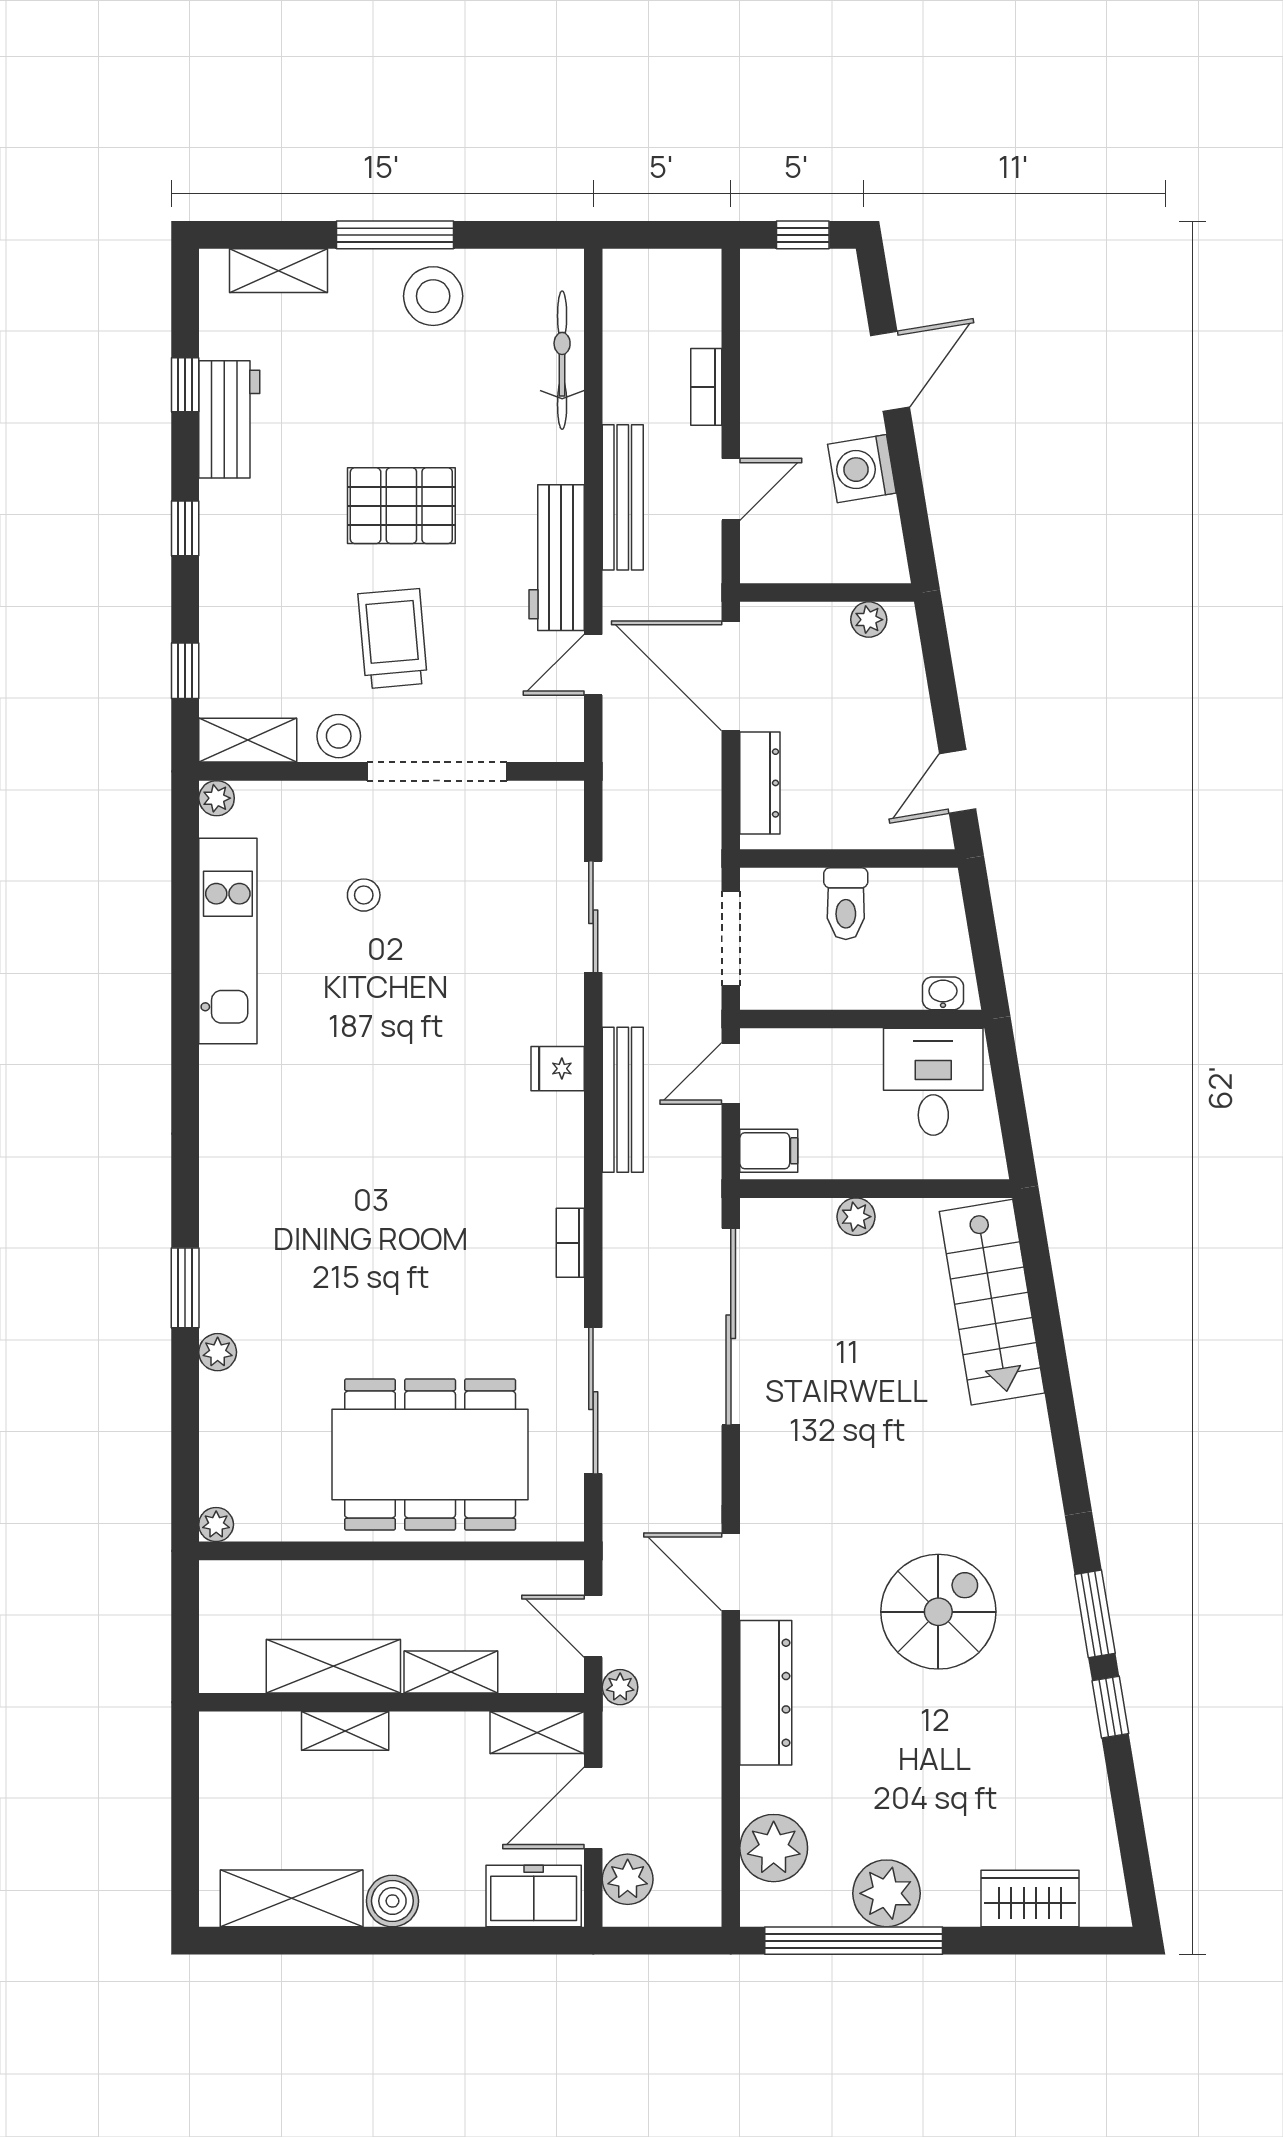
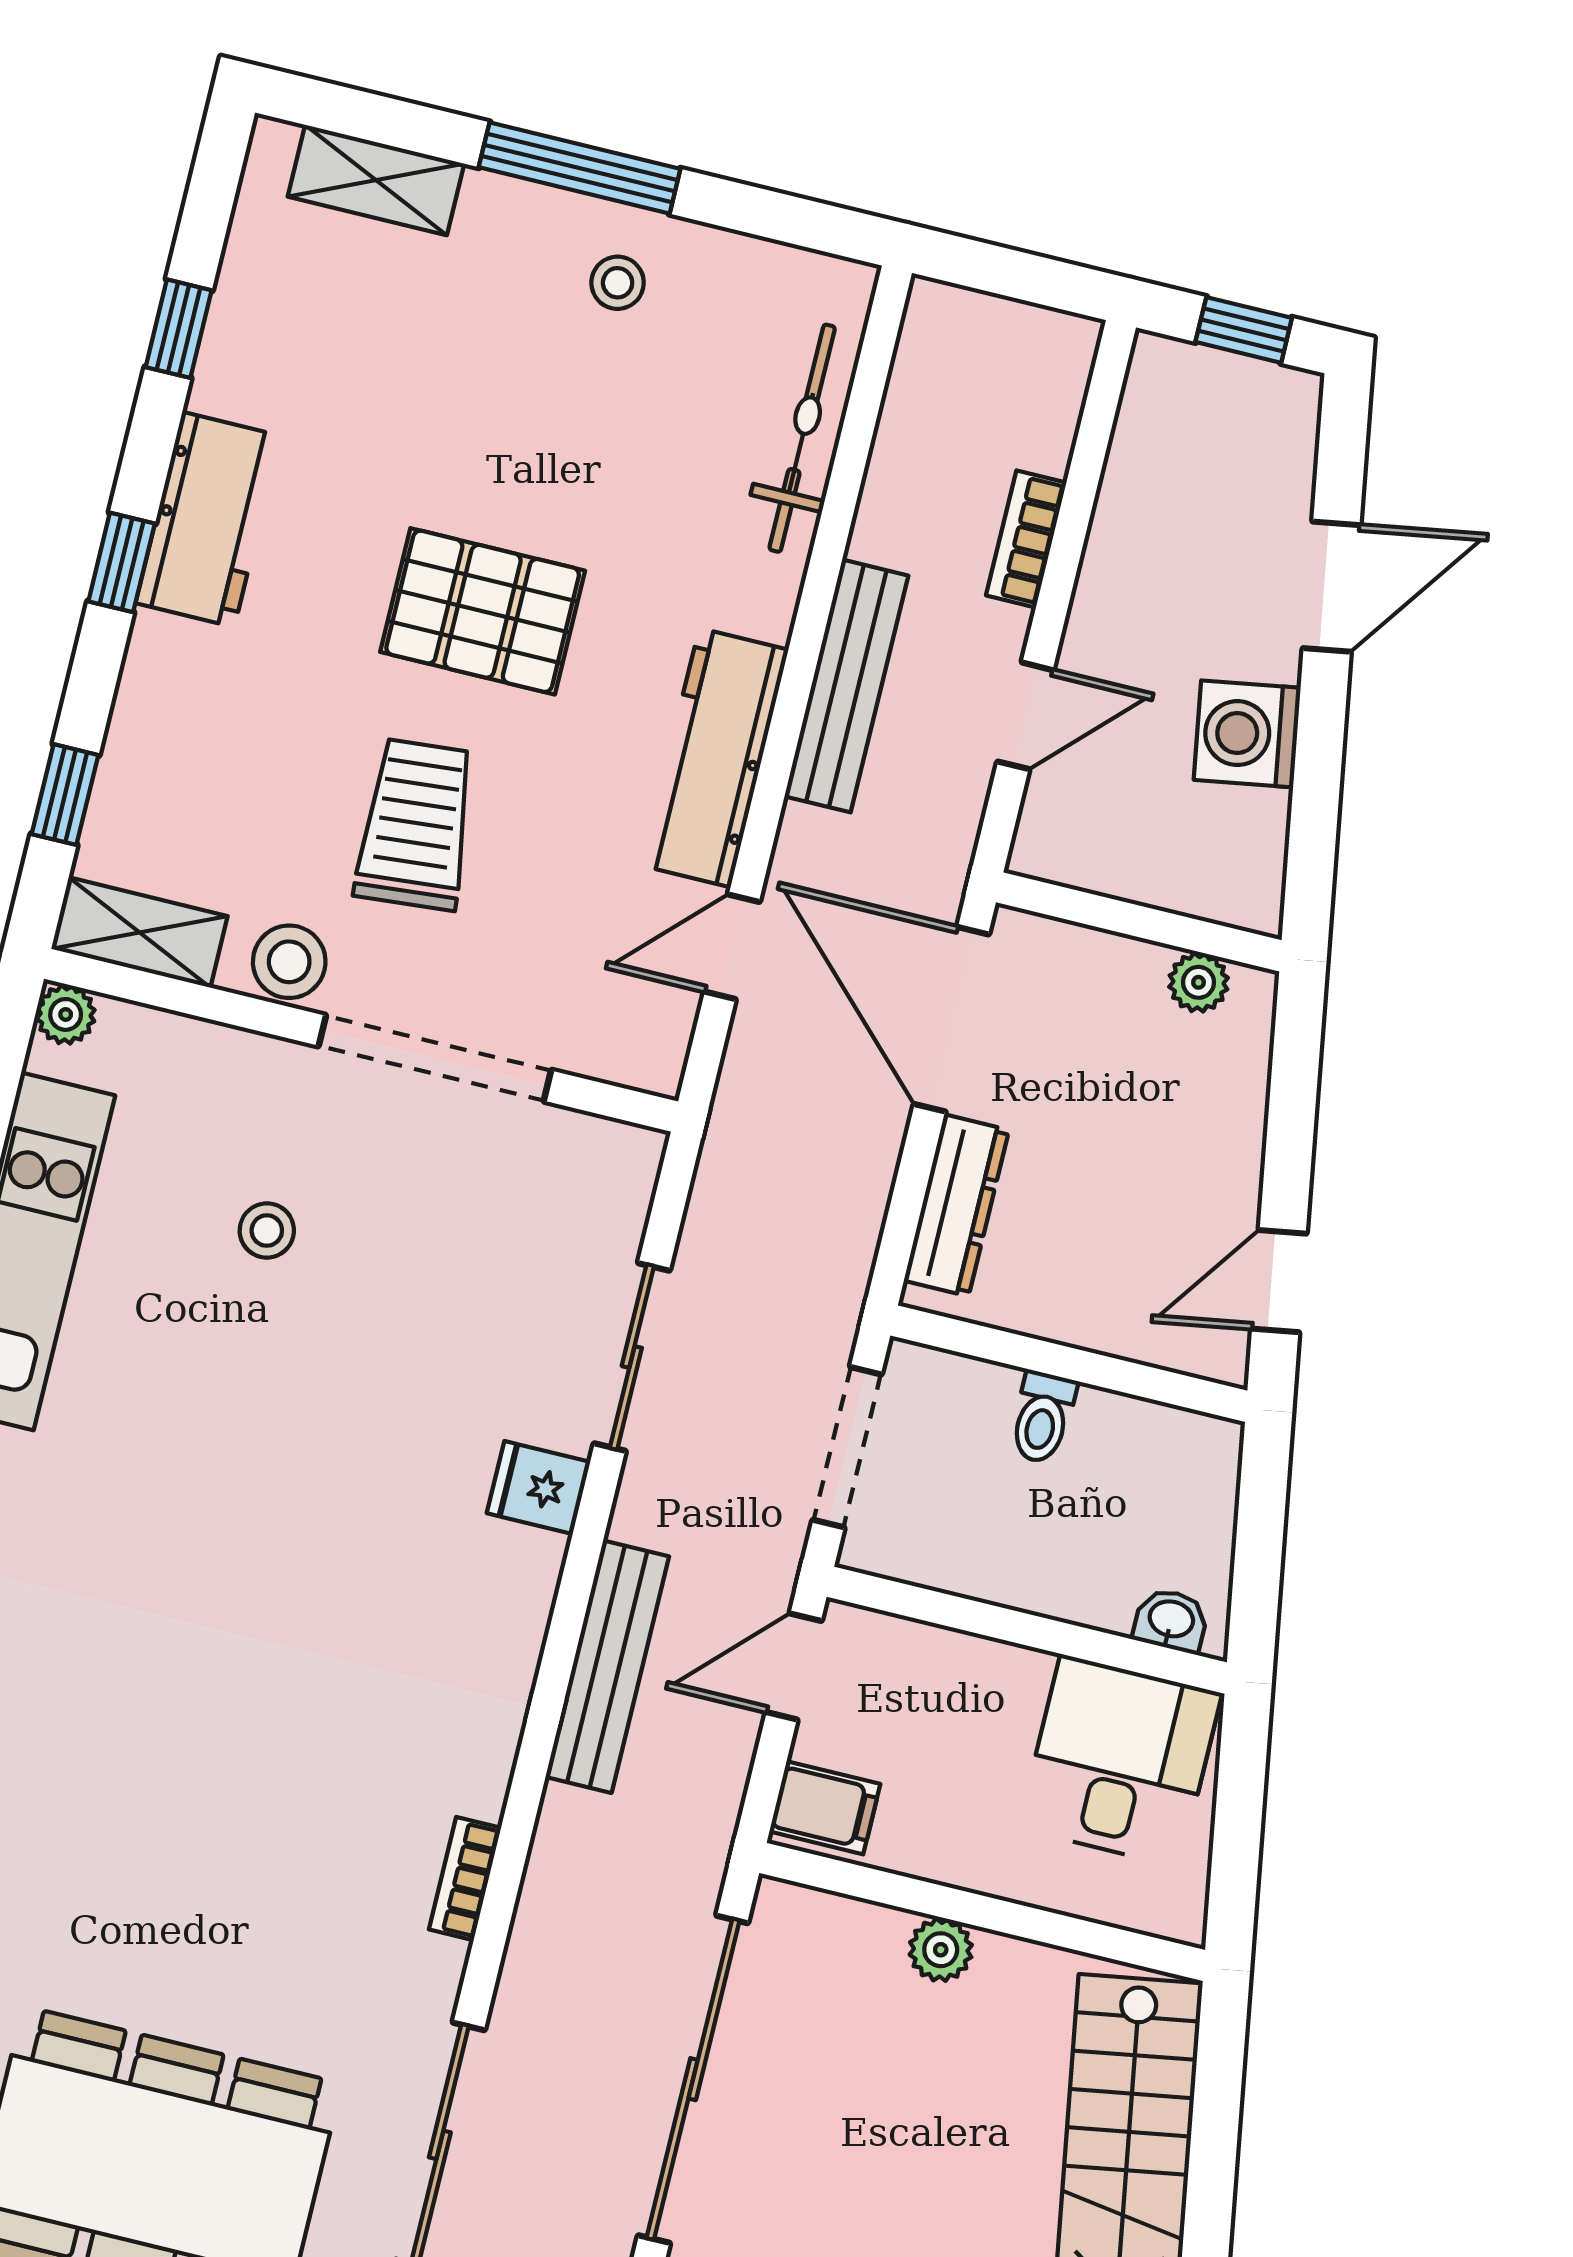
stool: (433, 296) -> (618, 283), width x0.53, depth x0.53
workbench: (229, 419) -> (208, 519), moved
toilet: (846, 904) -> (1043, 1417), width x0.73, depth x0.72
fridge: (558, 1069) -> (539, 1488), moved

